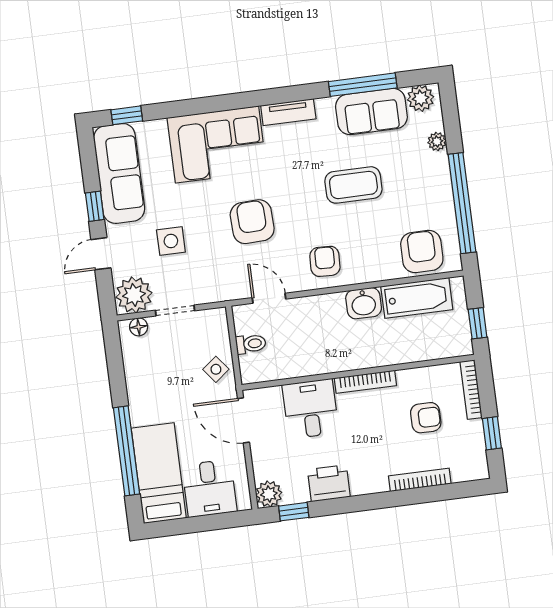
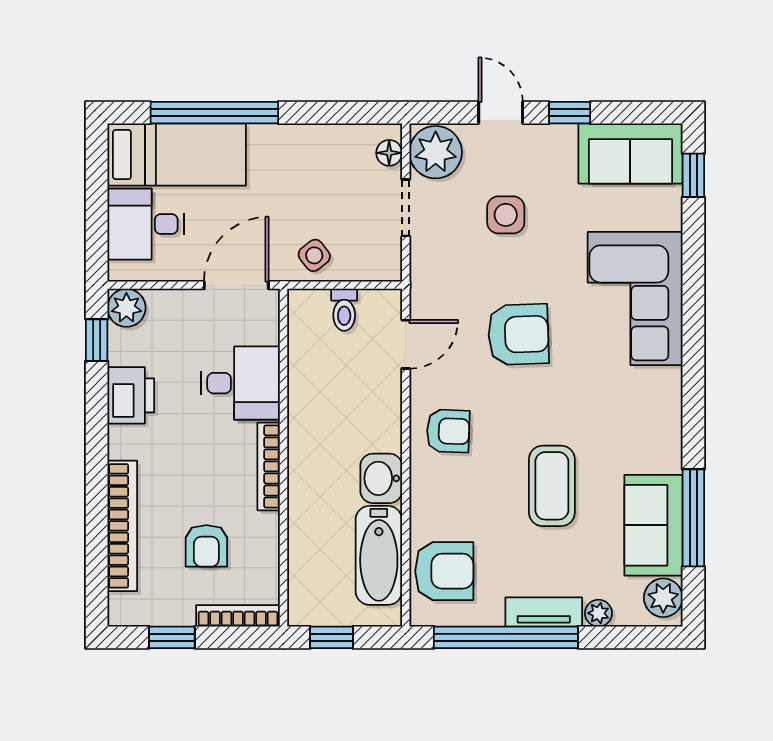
tv unit: (288, 112) -> (544, 612), moved, turned 90
sofa: (119, 173) -> (630, 153), width x0.73
bookcase: (420, 480) -> (122, 526), width x1.48, depth x1.31

